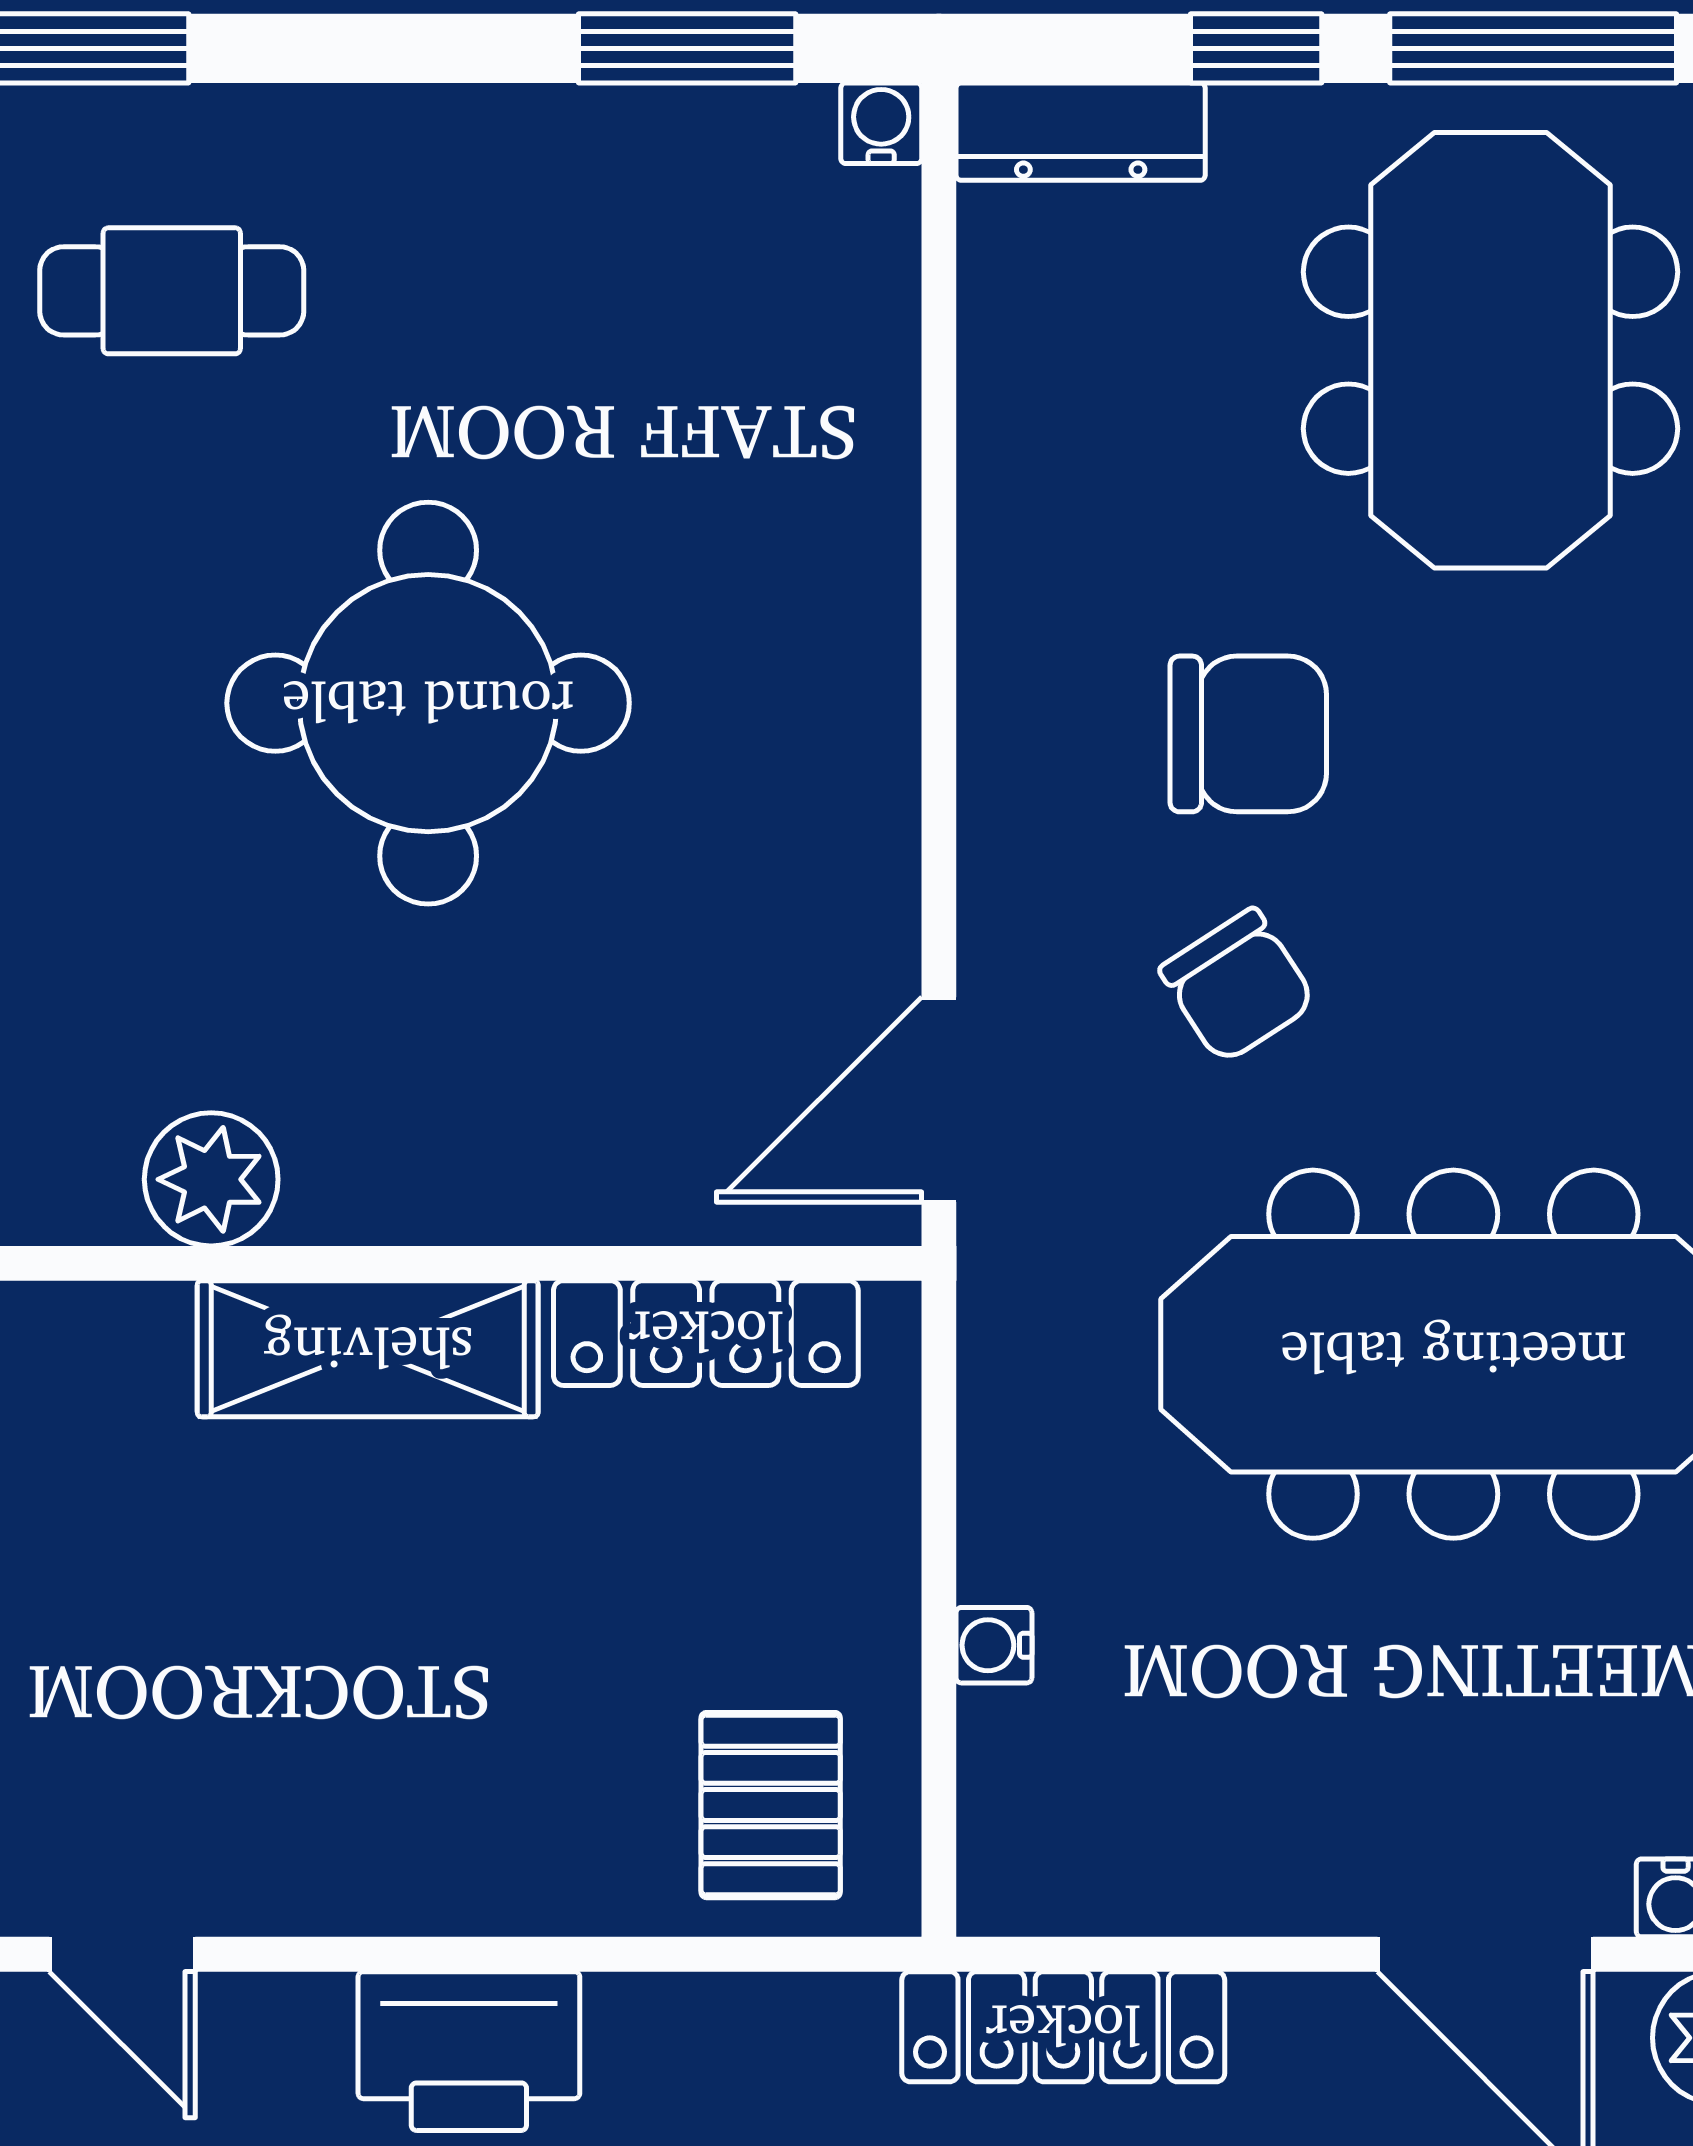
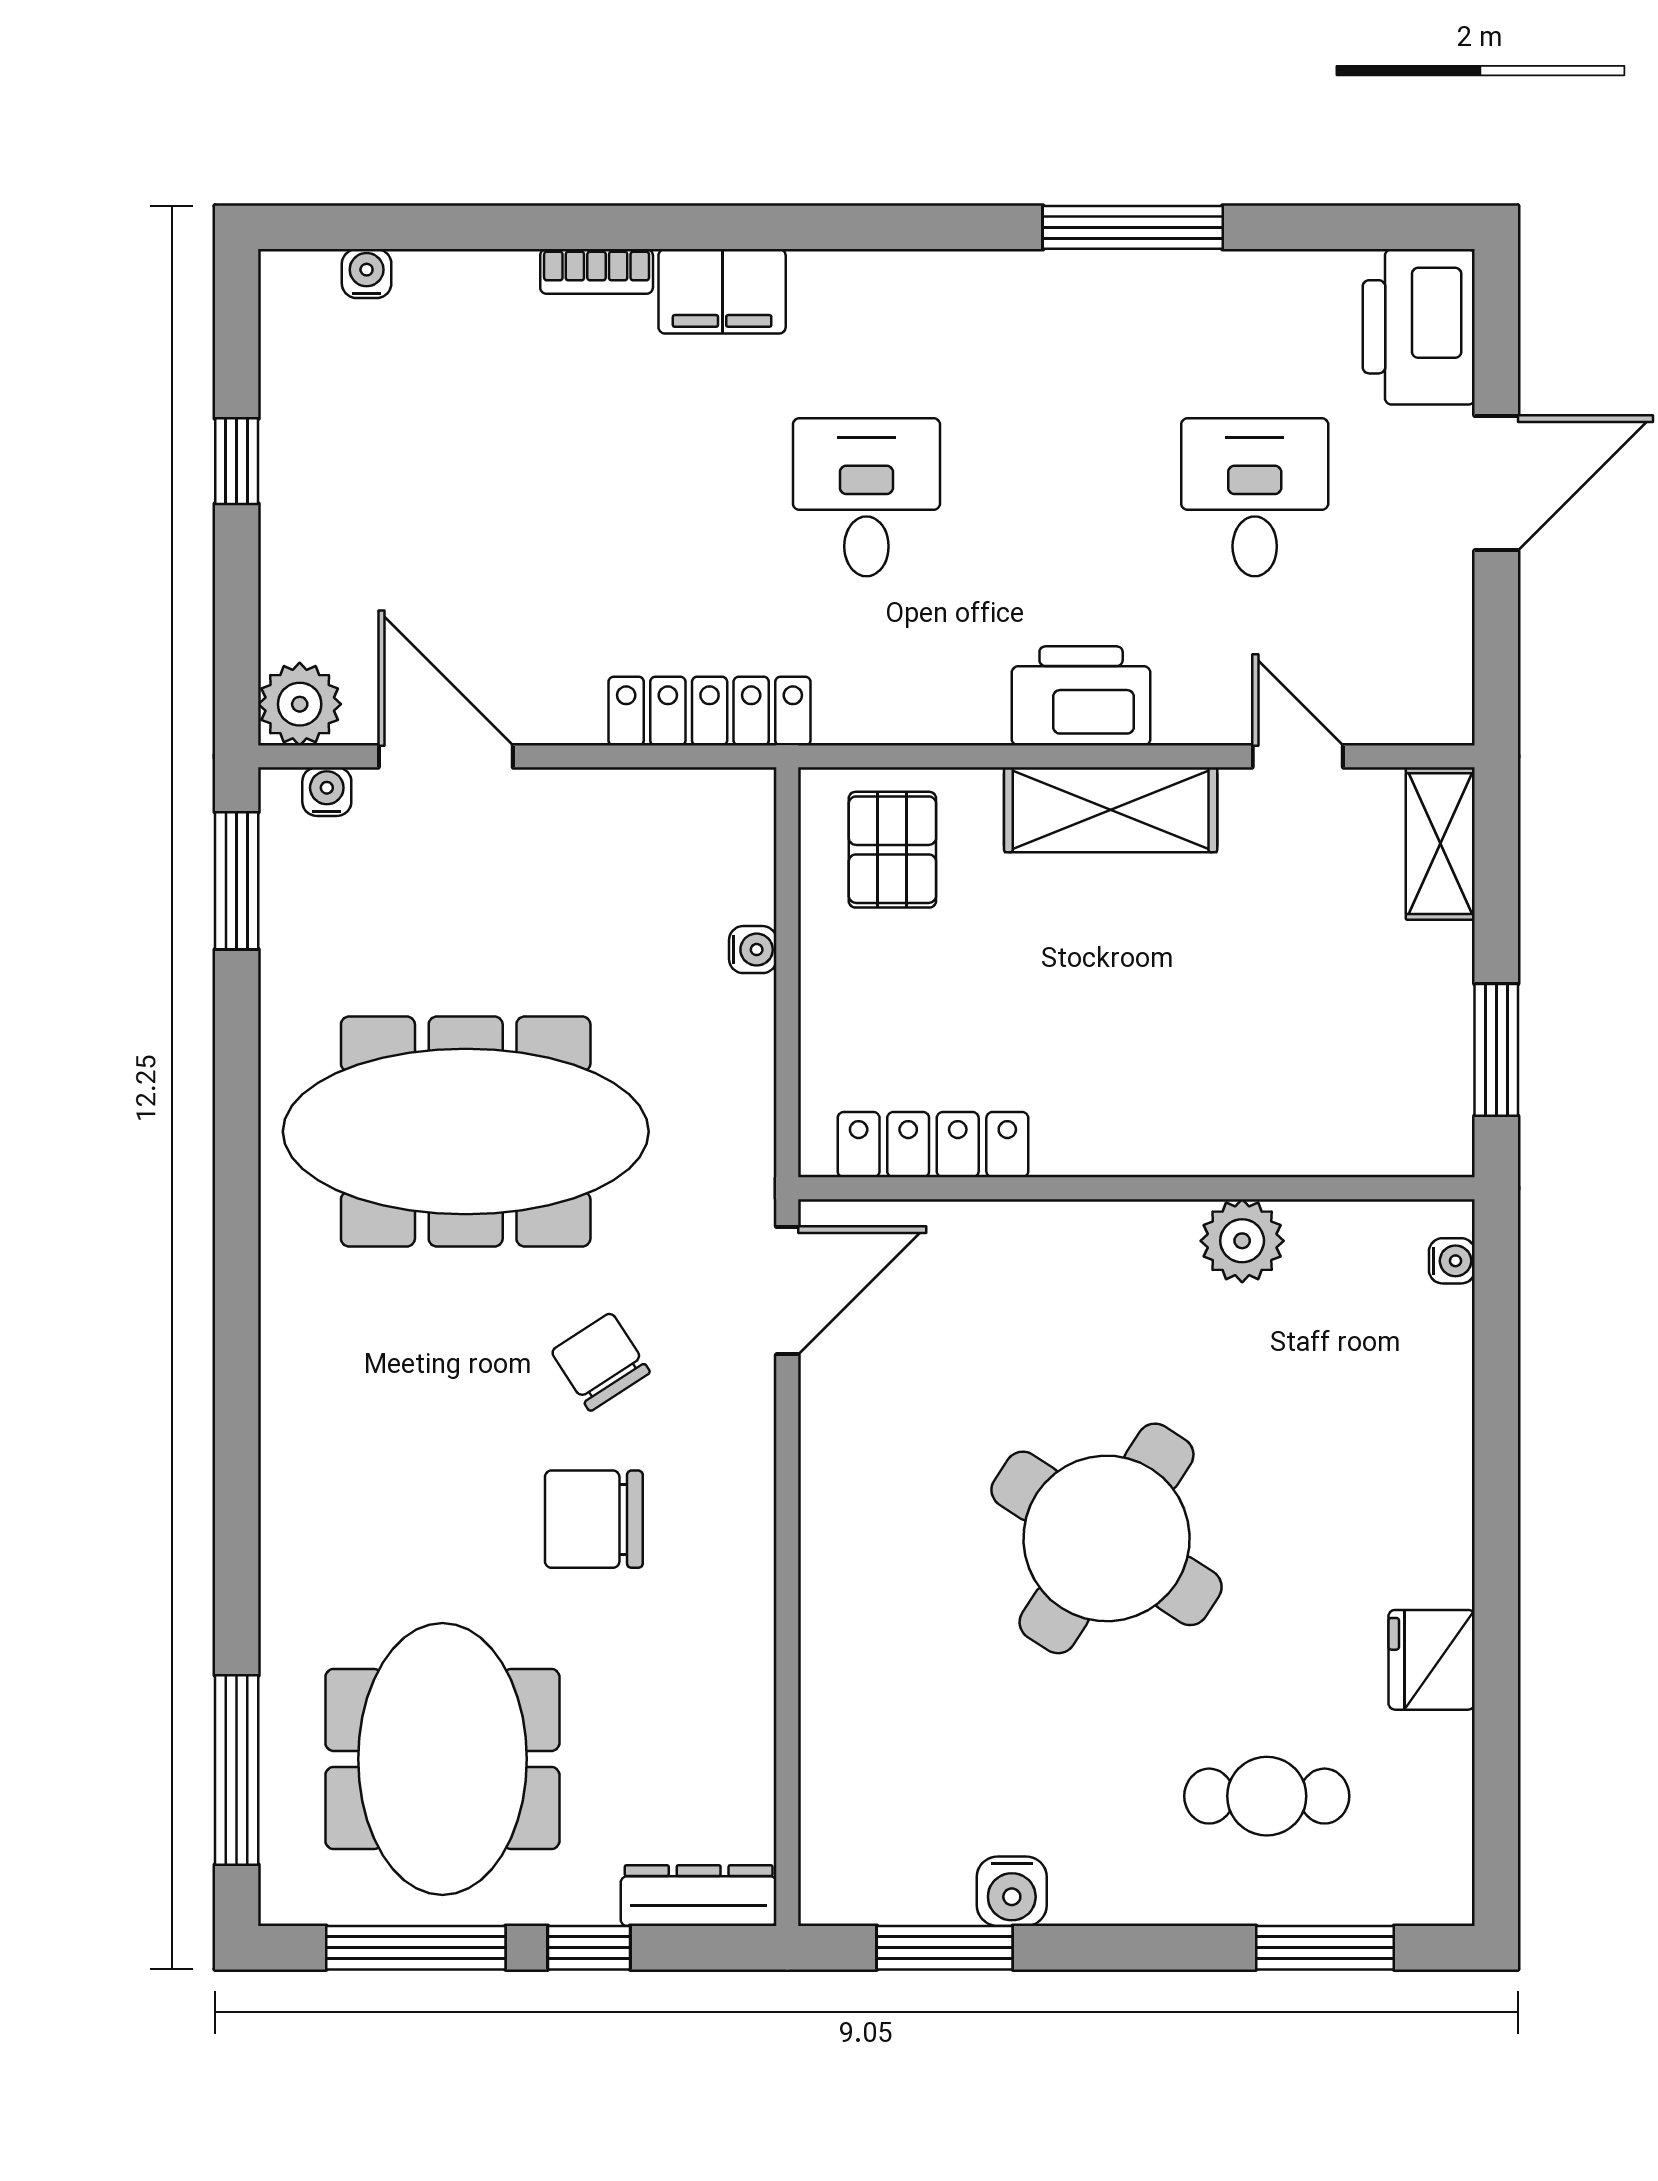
water cooler: (881, 123) -> (1012, 1891), moved, width x1.38, depth x1.38
round table: (428, 703) -> (1107, 1538), turned 33
shelving: (368, 1349) -> (1111, 810), moved

